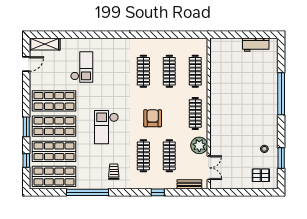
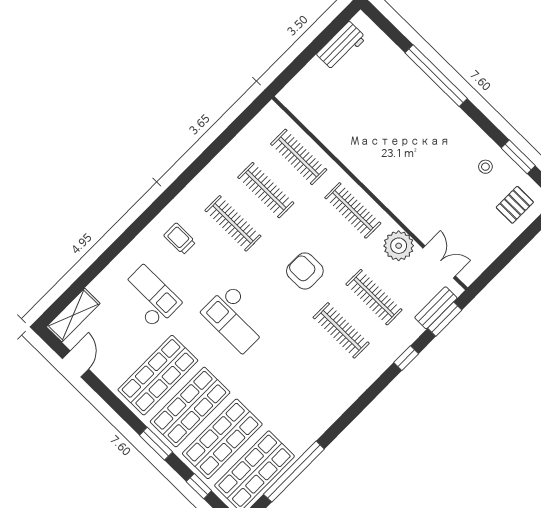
checkout: (106, 127) -> (236, 318), moved
trolley: (114, 172) -> (180, 239), moved
window: (88, 192) -> (294, 472), moved
window: (188, 192) -> (445, 319), added

